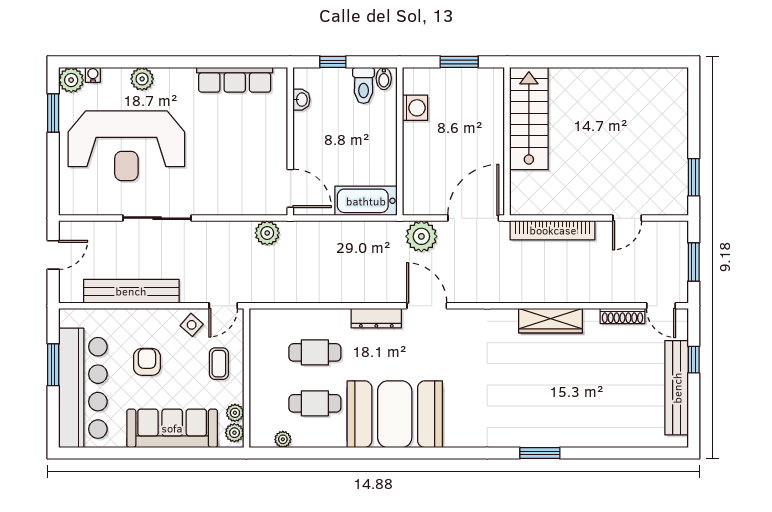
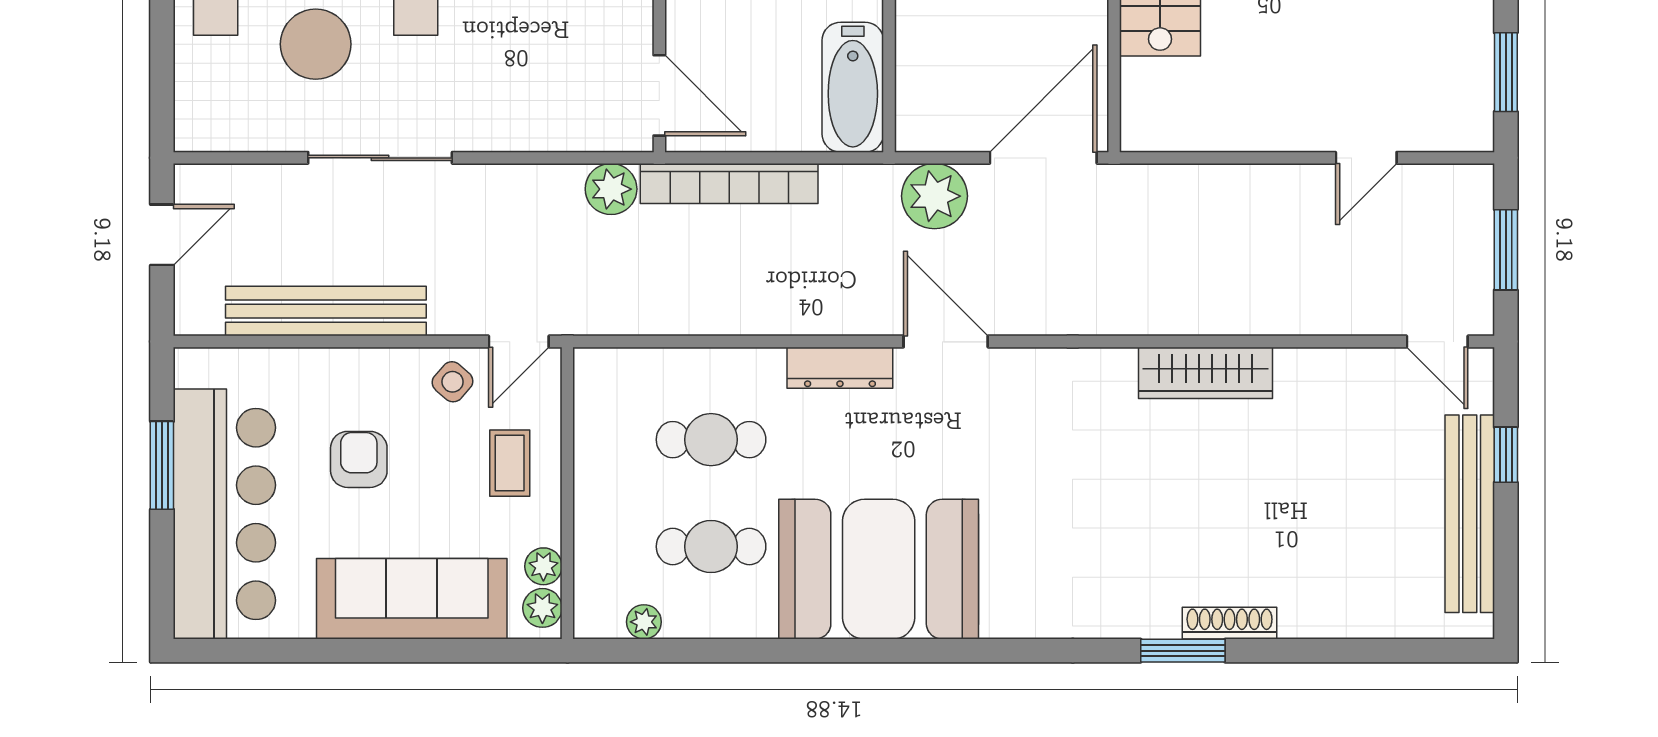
bathtub: (366, 201) -> (853, 87), moved, turned -90
bookcase: (553, 230) -> (729, 183), moved
shoe rack: (622, 316) -> (1230, 623), moved, turned 180

